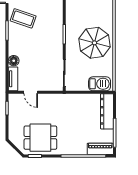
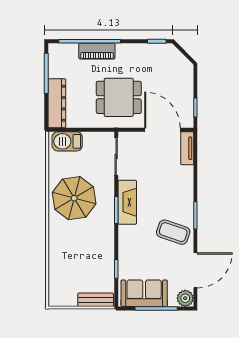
fireplace: (56, 40) -> (127, 202), added
floor lamp: (14, 61) -> (186, 173), removed
door: (31, 92) -> (162, 130), width x1.88
dining table: (40, 138) -> (119, 97), moved
piano: (100, 149) -> (97, 51), moved

